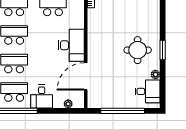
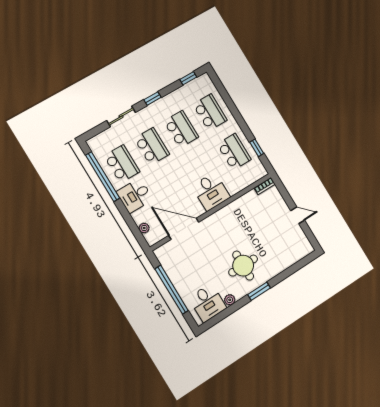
desk: (71, 45) -> (211, 192), width x0.73

